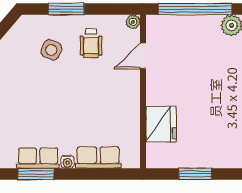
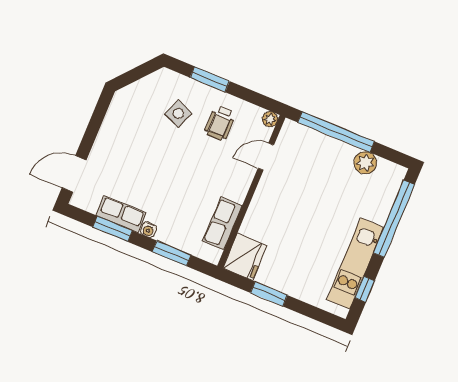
fridge: (161, 124) -> (245, 257), moved
row of seats: (98, 157) -> (222, 223), moved, turned -90
window: (96, 174) -> (172, 253), added

